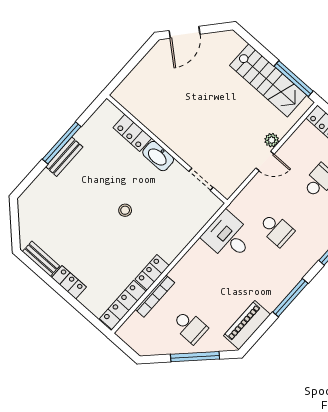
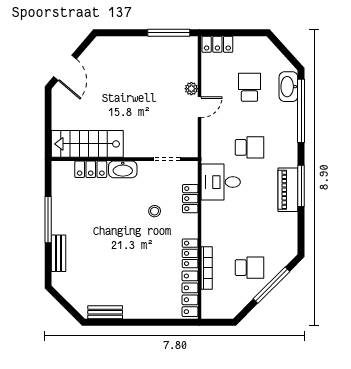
stairs: (268, 80) -> (87, 144), moved, turned 180
bench: (64, 157) -> (58, 253), moved
stool: (125, 210) -> (155, 211), moved
locker: (69, 282) -> (190, 199), moved, turned -90
piano: (247, 325) -> (288, 190), moved

